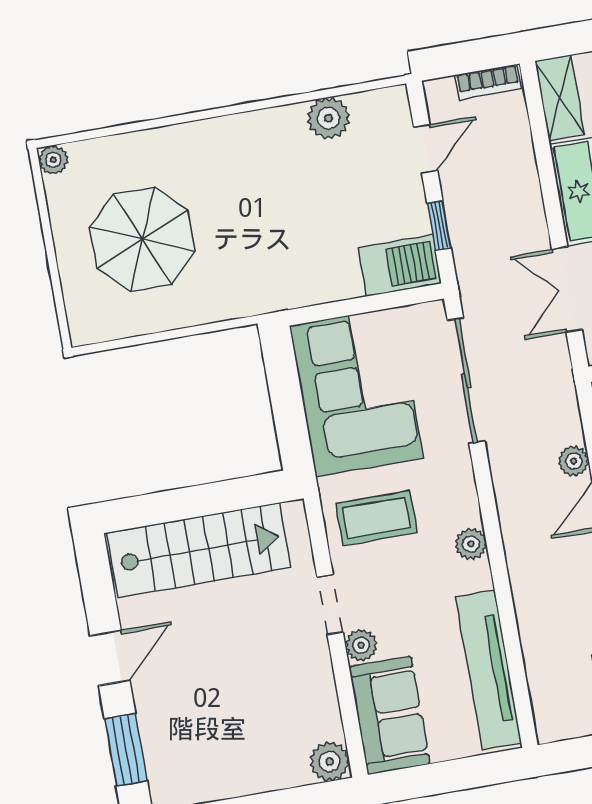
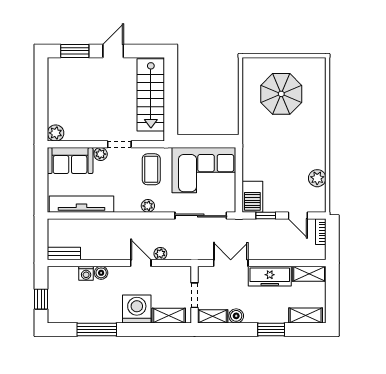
bookcase: (488, 82) -> (321, 232), moved
plant: (53, 160) -> (320, 63), removed
plant: (471, 544) -> (148, 206), moved
door: (110, 658) -> (113, 51), swing flipped

